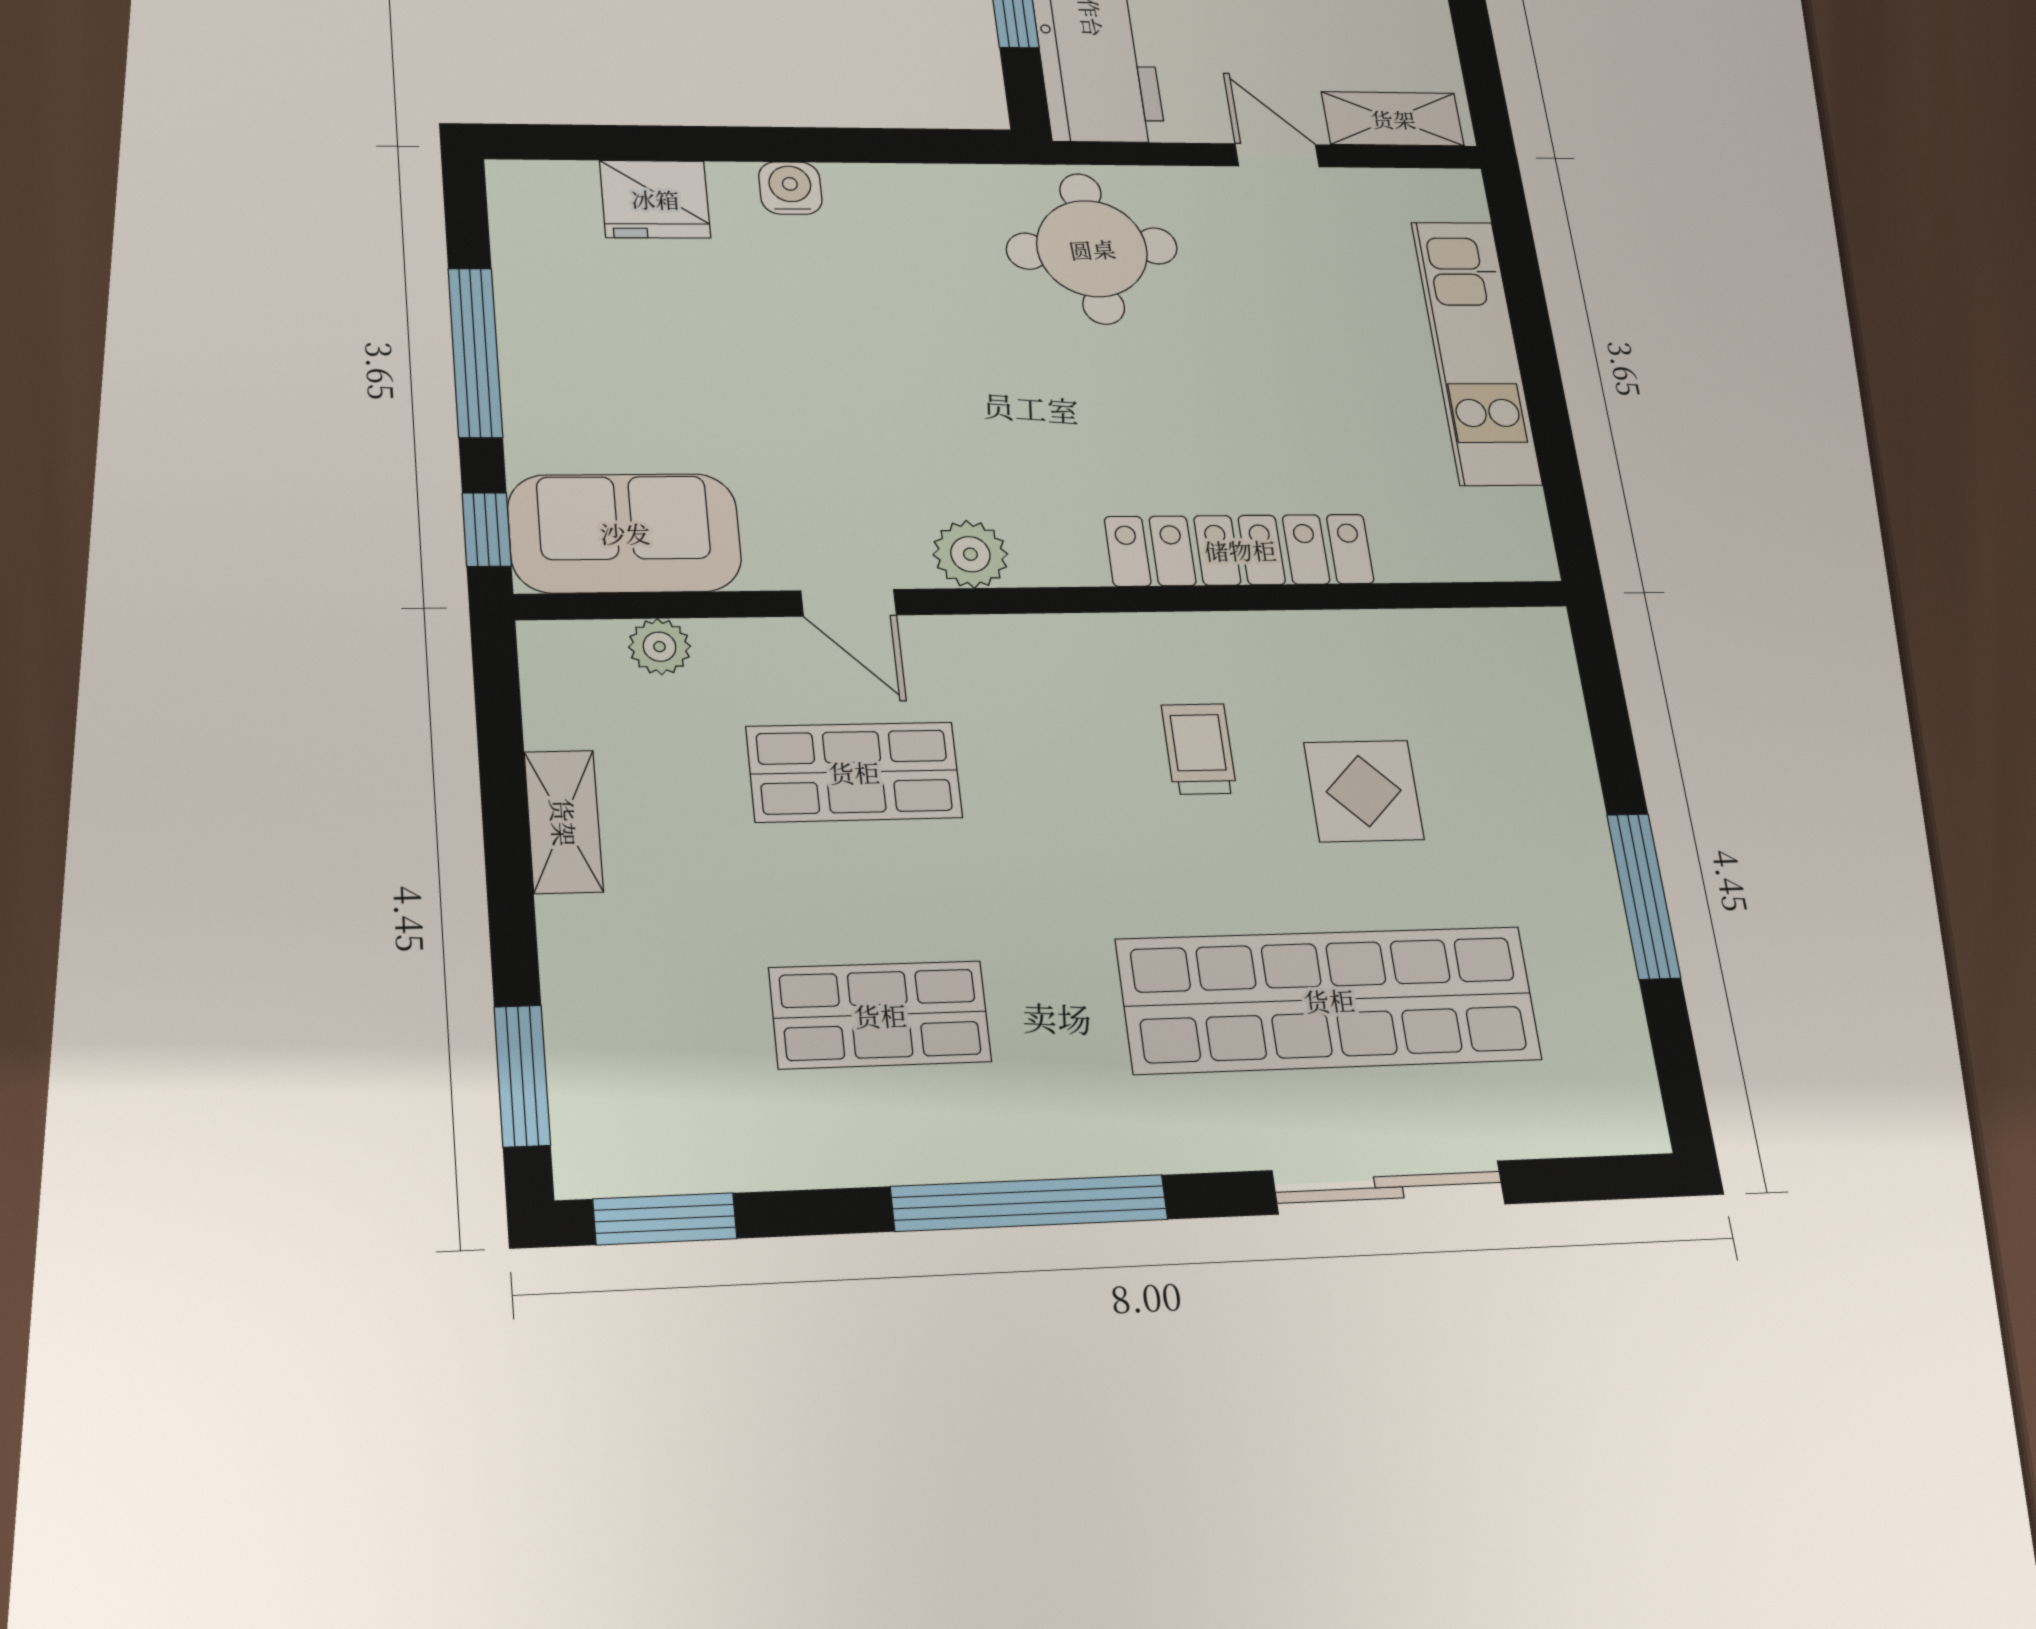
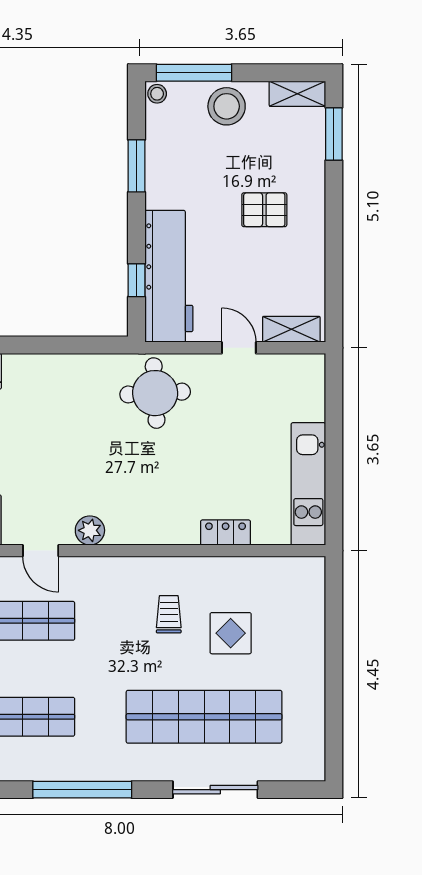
water cooler: (790, 188) -> (35, 366), removed
kitchen unit: (1476, 352) -> (308, 484), moved
locker: (1240, 550) -> (226, 533), width x0.46, depth x0.83
window: (1644, 896) -> (334, 679), removed

